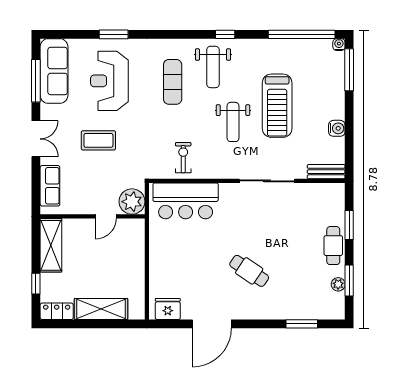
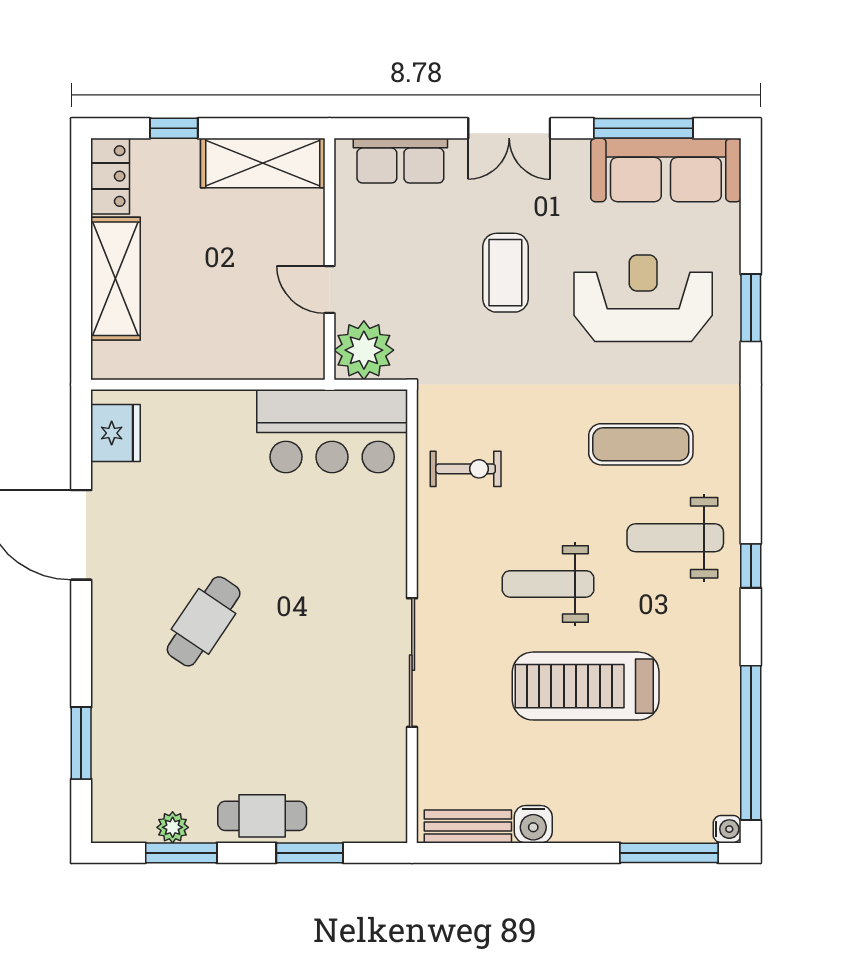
bench: (326, 172) -> (468, 826), moved, turned 90
bar counter: (186, 201) -> (332, 431), moved, turned -90

